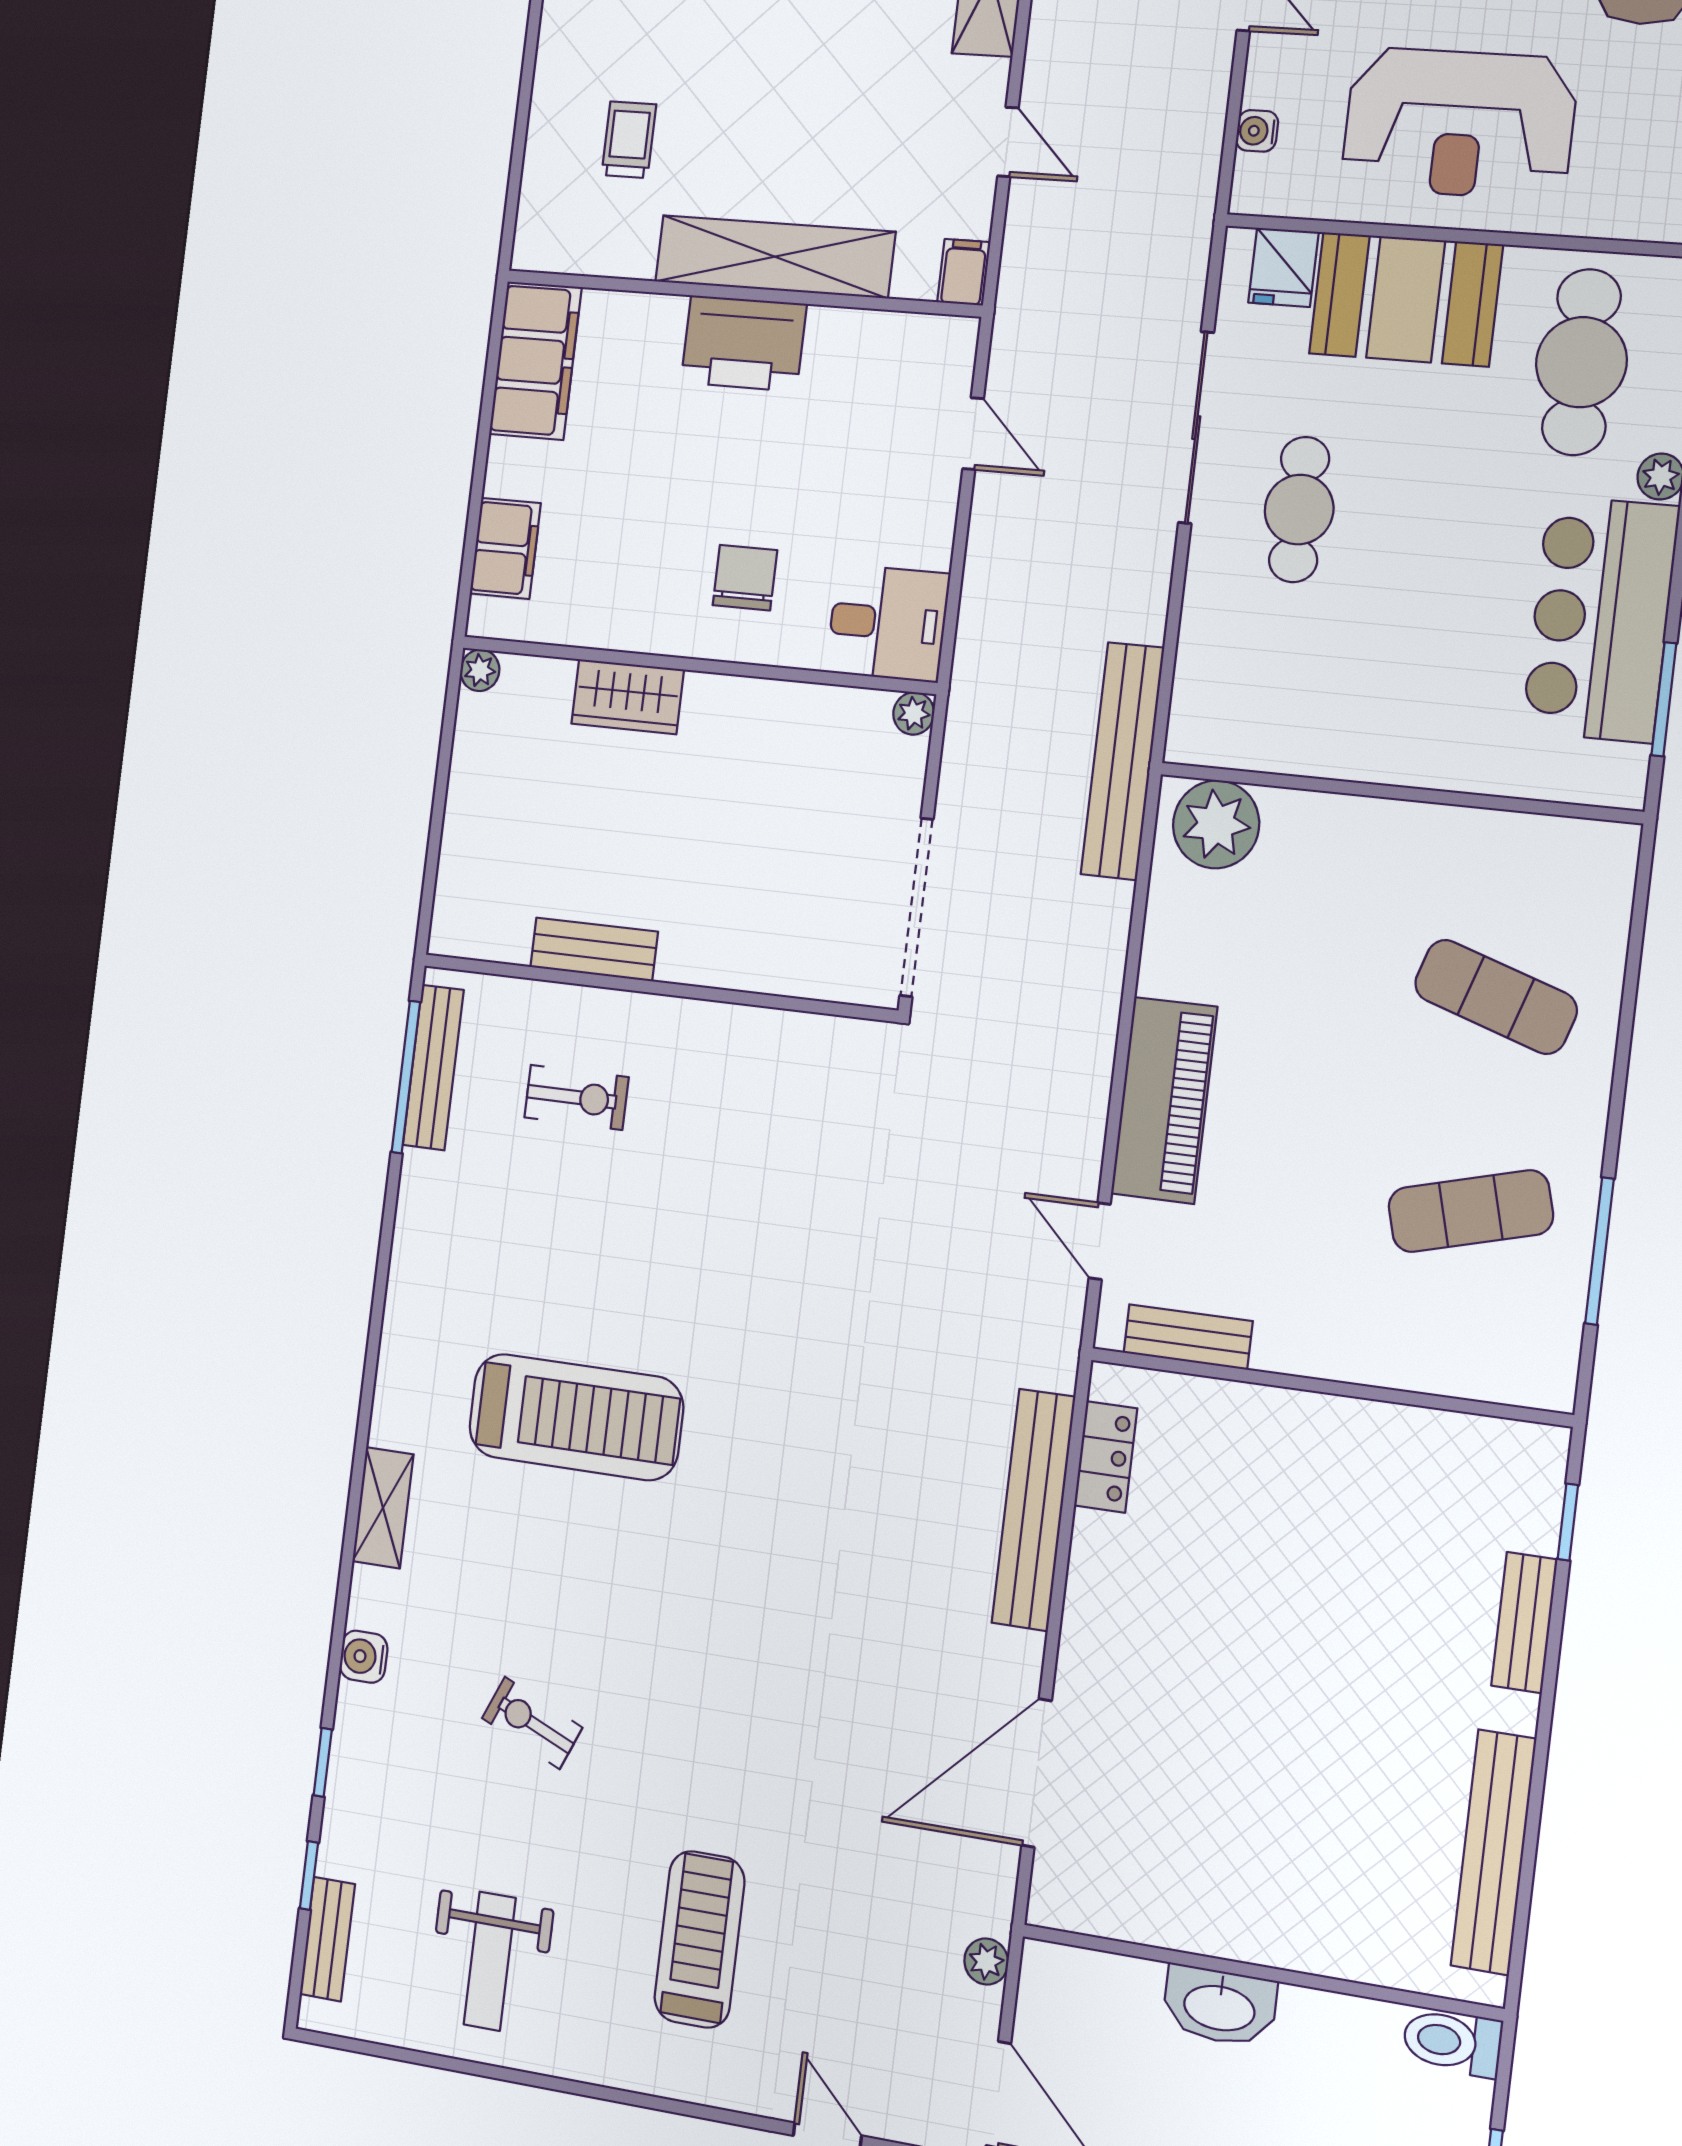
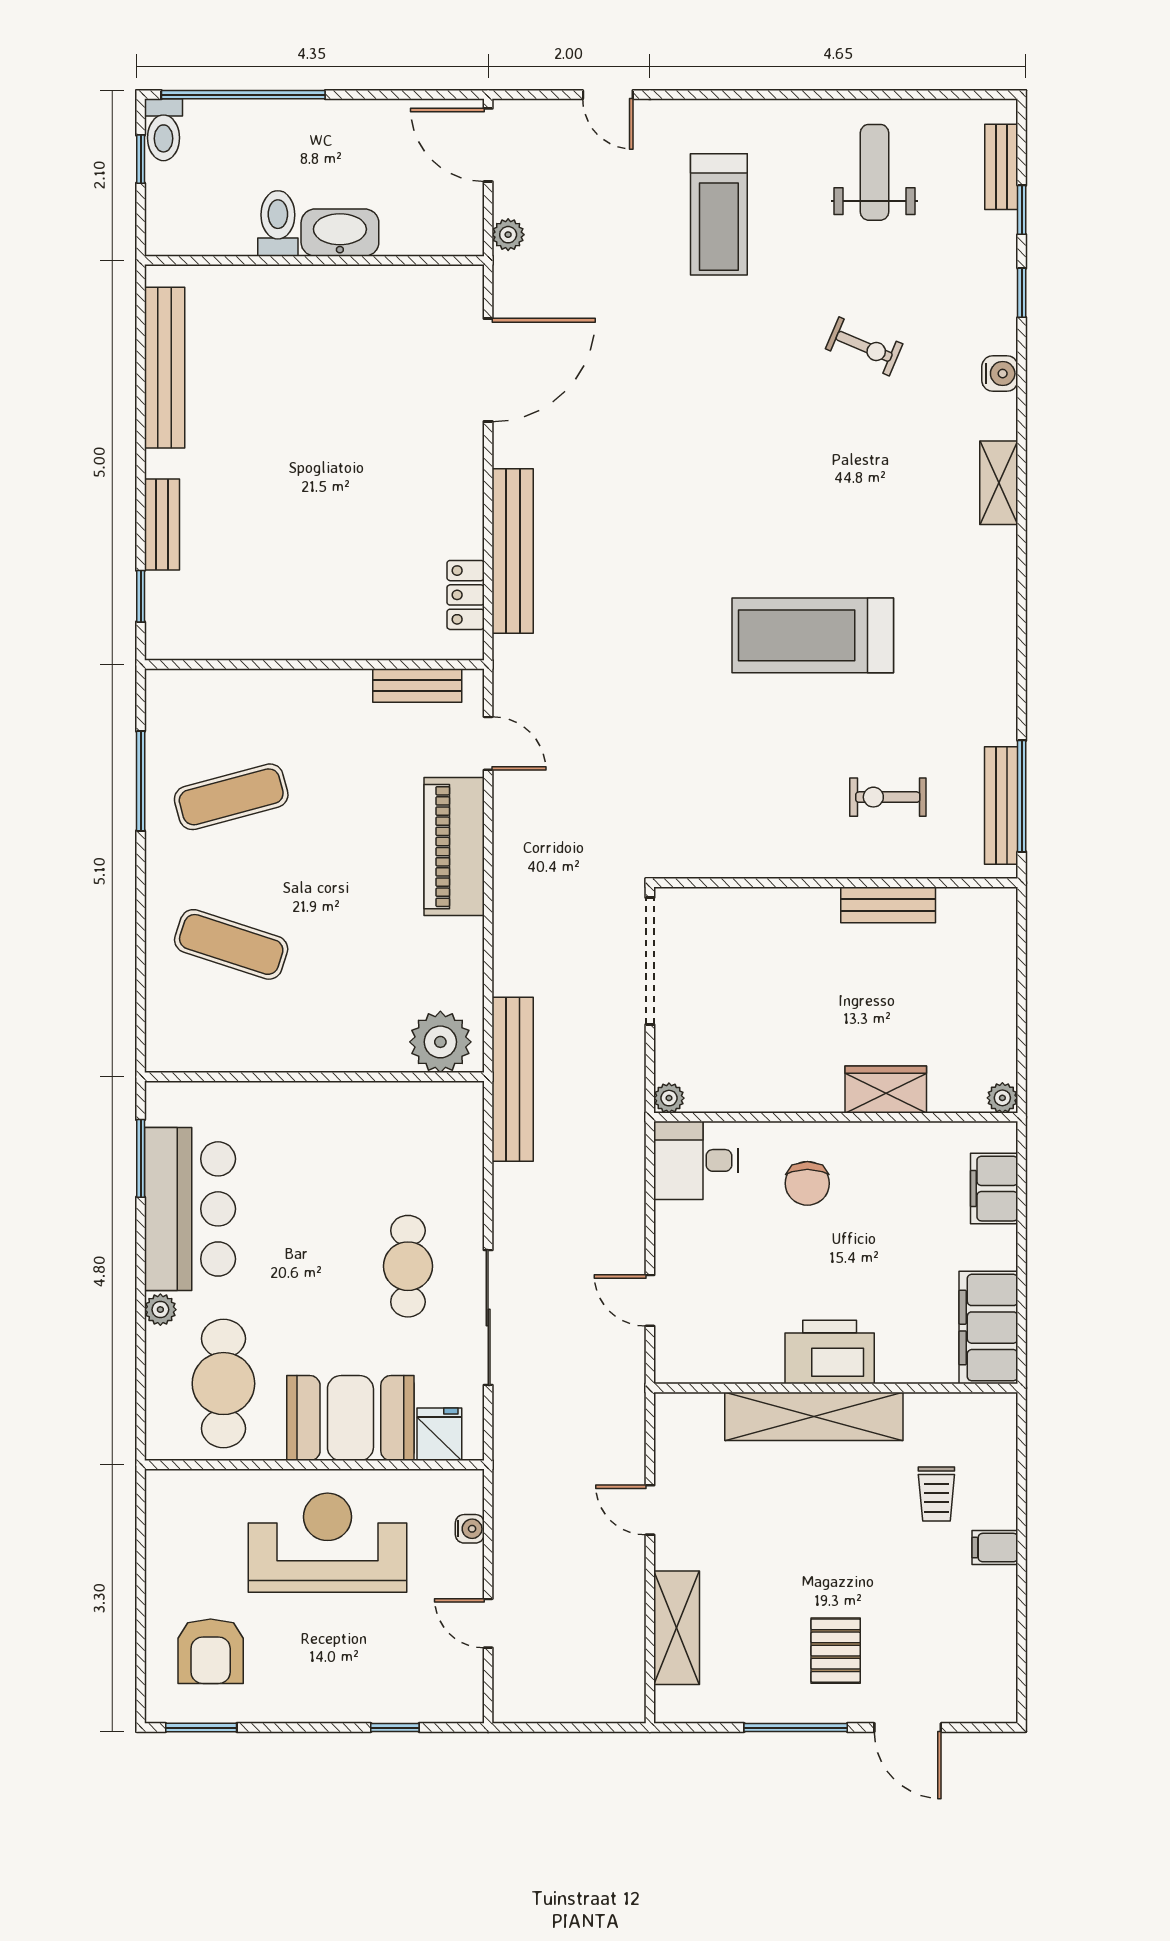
filing cabinet: (964, 272) -> (995, 1548), moved, turned 90
treadmill: (576, 1417) -> (813, 635), moved
toilet: (1452, 2042) -> (278, 223), moved, turned -90

